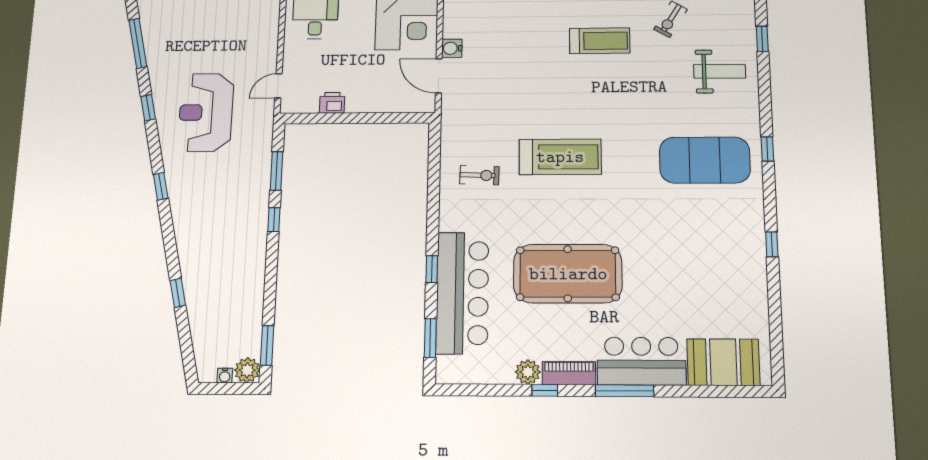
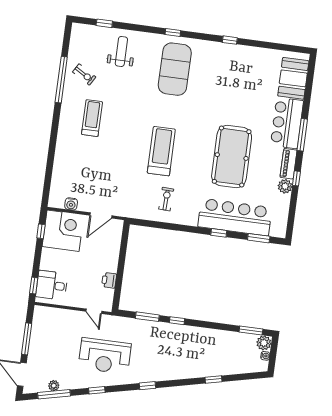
plant: (152, 41) -> (54, 386), added
water cooler: (452, 48) -> (71, 204), moved

